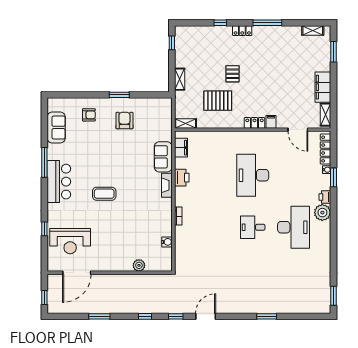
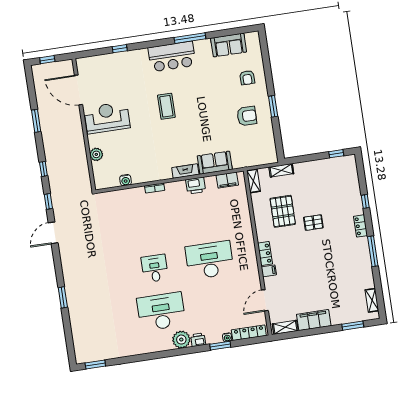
shelving: (180, 79) -> (281, 170), moved
desk: (294, 227) -> (161, 312), turned 180
reception desk: (70, 241) -> (107, 118), moved, turned 90
door: (206, 316) -> (53, 233), swing flipped

